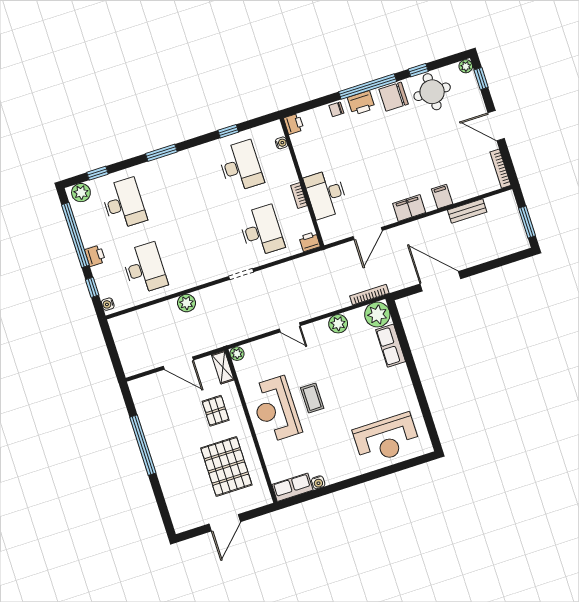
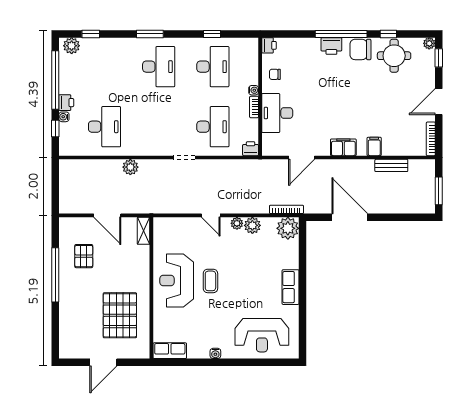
chair: (336, 109) -> (275, 74), moved
door: (496, 126) -> (439, 102), hinge flipped
water cooler: (281, 143) -> (254, 90), moved
desk: (124, 204) -> (159, 67), moved
water cooler: (108, 304) -> (64, 117), moved
row of seats: (391, 346) -> (291, 287), moved
plant: (237, 354) -> (237, 223), moved
pallet: (216, 411) -> (84, 256), moved
water cooler: (318, 482) -> (215, 353), moved

